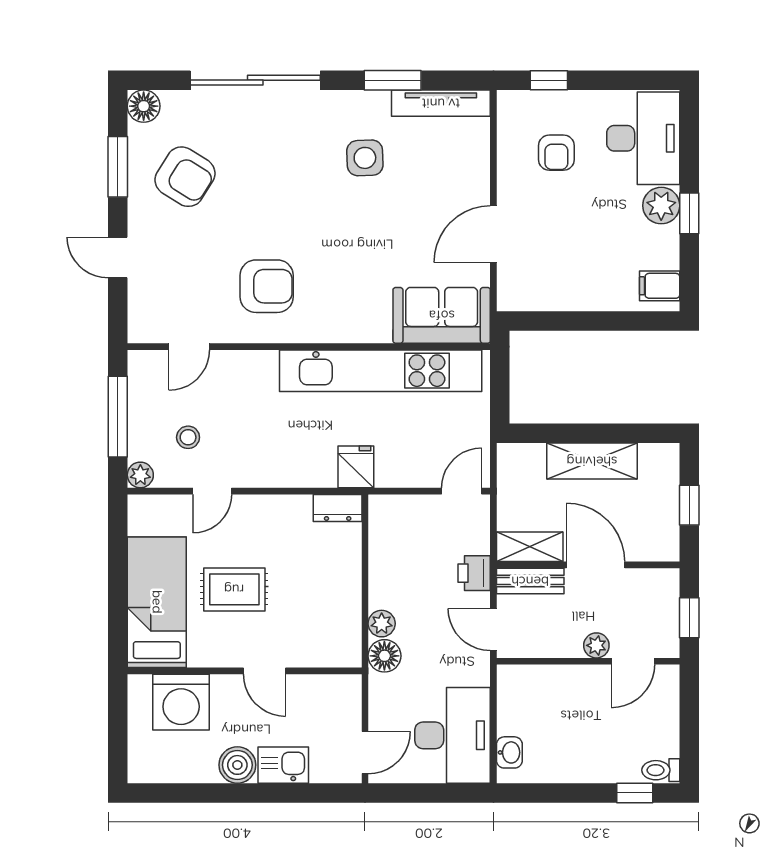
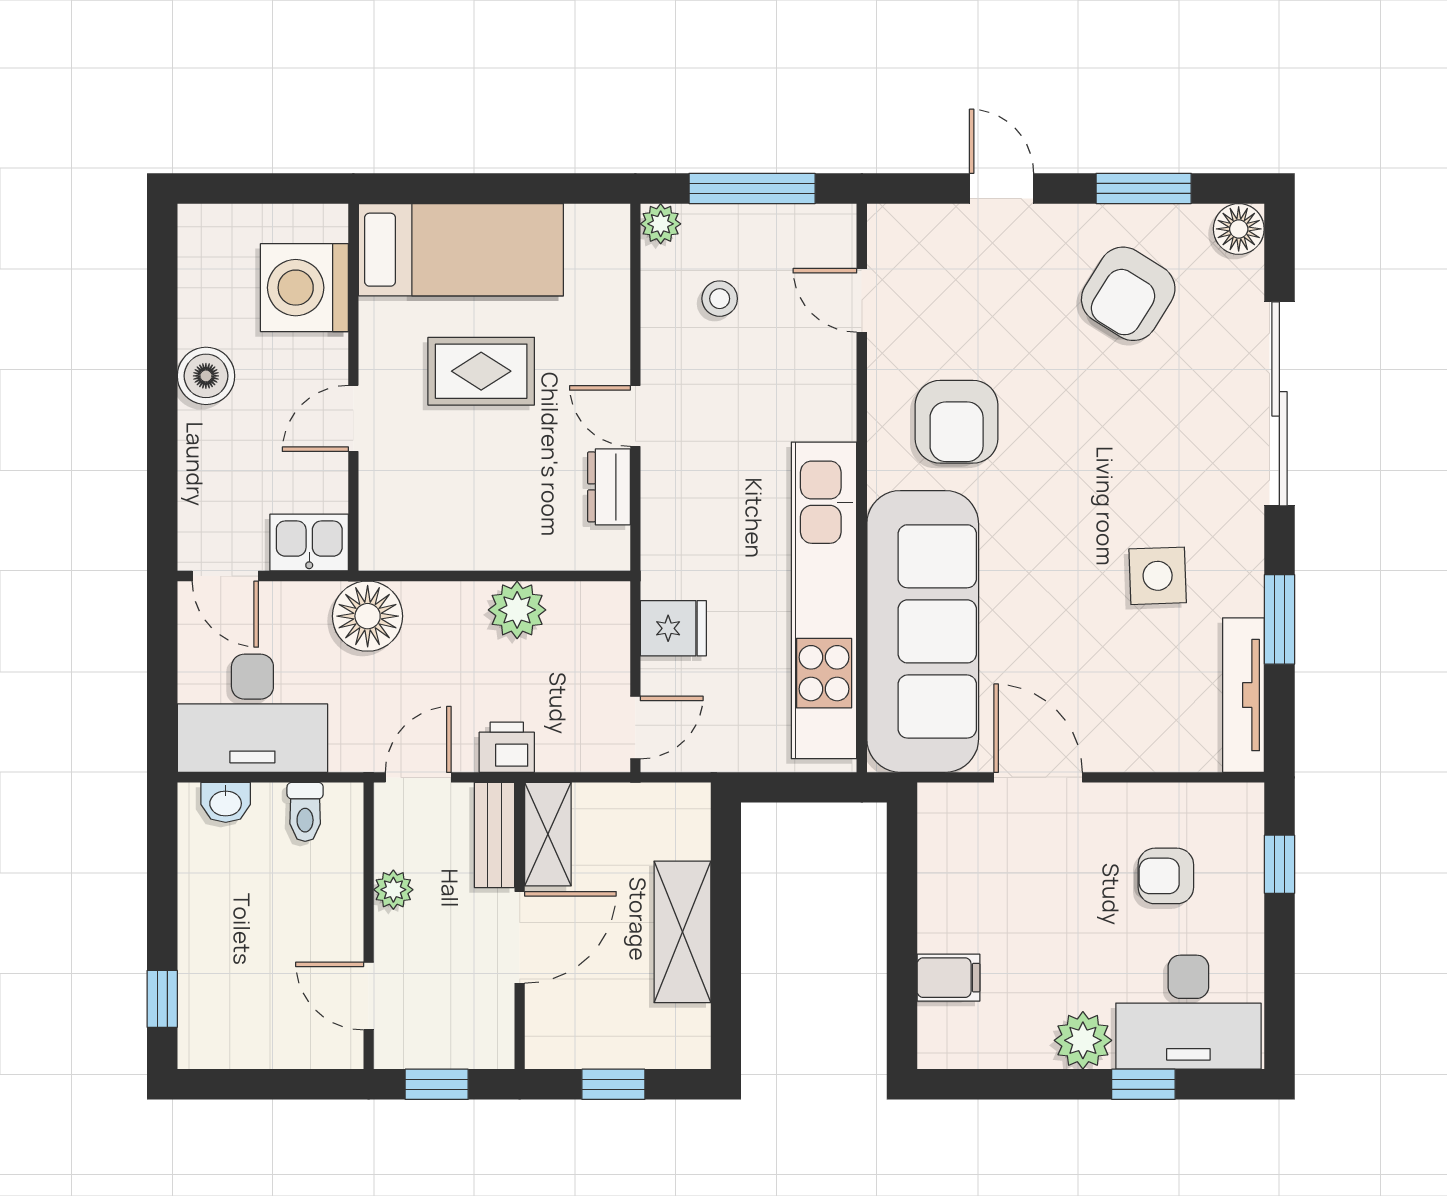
window: (689, 213) -> (1143, 1084), moved
door: (118, 257) -> (1001, 188), hinge flipped
filing cabinet: (660, 286) -> (948, 978), moved, turned 90
sofa: (442, 315) -> (923, 631), width x1.85, depth x1.27
fridge: (356, 467) -> (673, 628), moved
door: (212, 491) -> (635, 416), moved
door: (462, 491) -> (635, 727), hinge flipped
dresser: (338, 508) -> (609, 487), moved
rug: (234, 589) -> (481, 371), turned 90
plant: (382, 624) -> (517, 610), moved, width x1.38, depth x1.38
plant: (596, 645) -> (393, 890), moved
floor lamp: (384, 656) -> (368, 616), width x1.38, depth x1.38
kitchen sink: (283, 765) -> (309, 543), moved, turned -90
toilet: (661, 770) -> (305, 812), moved, turned 180

